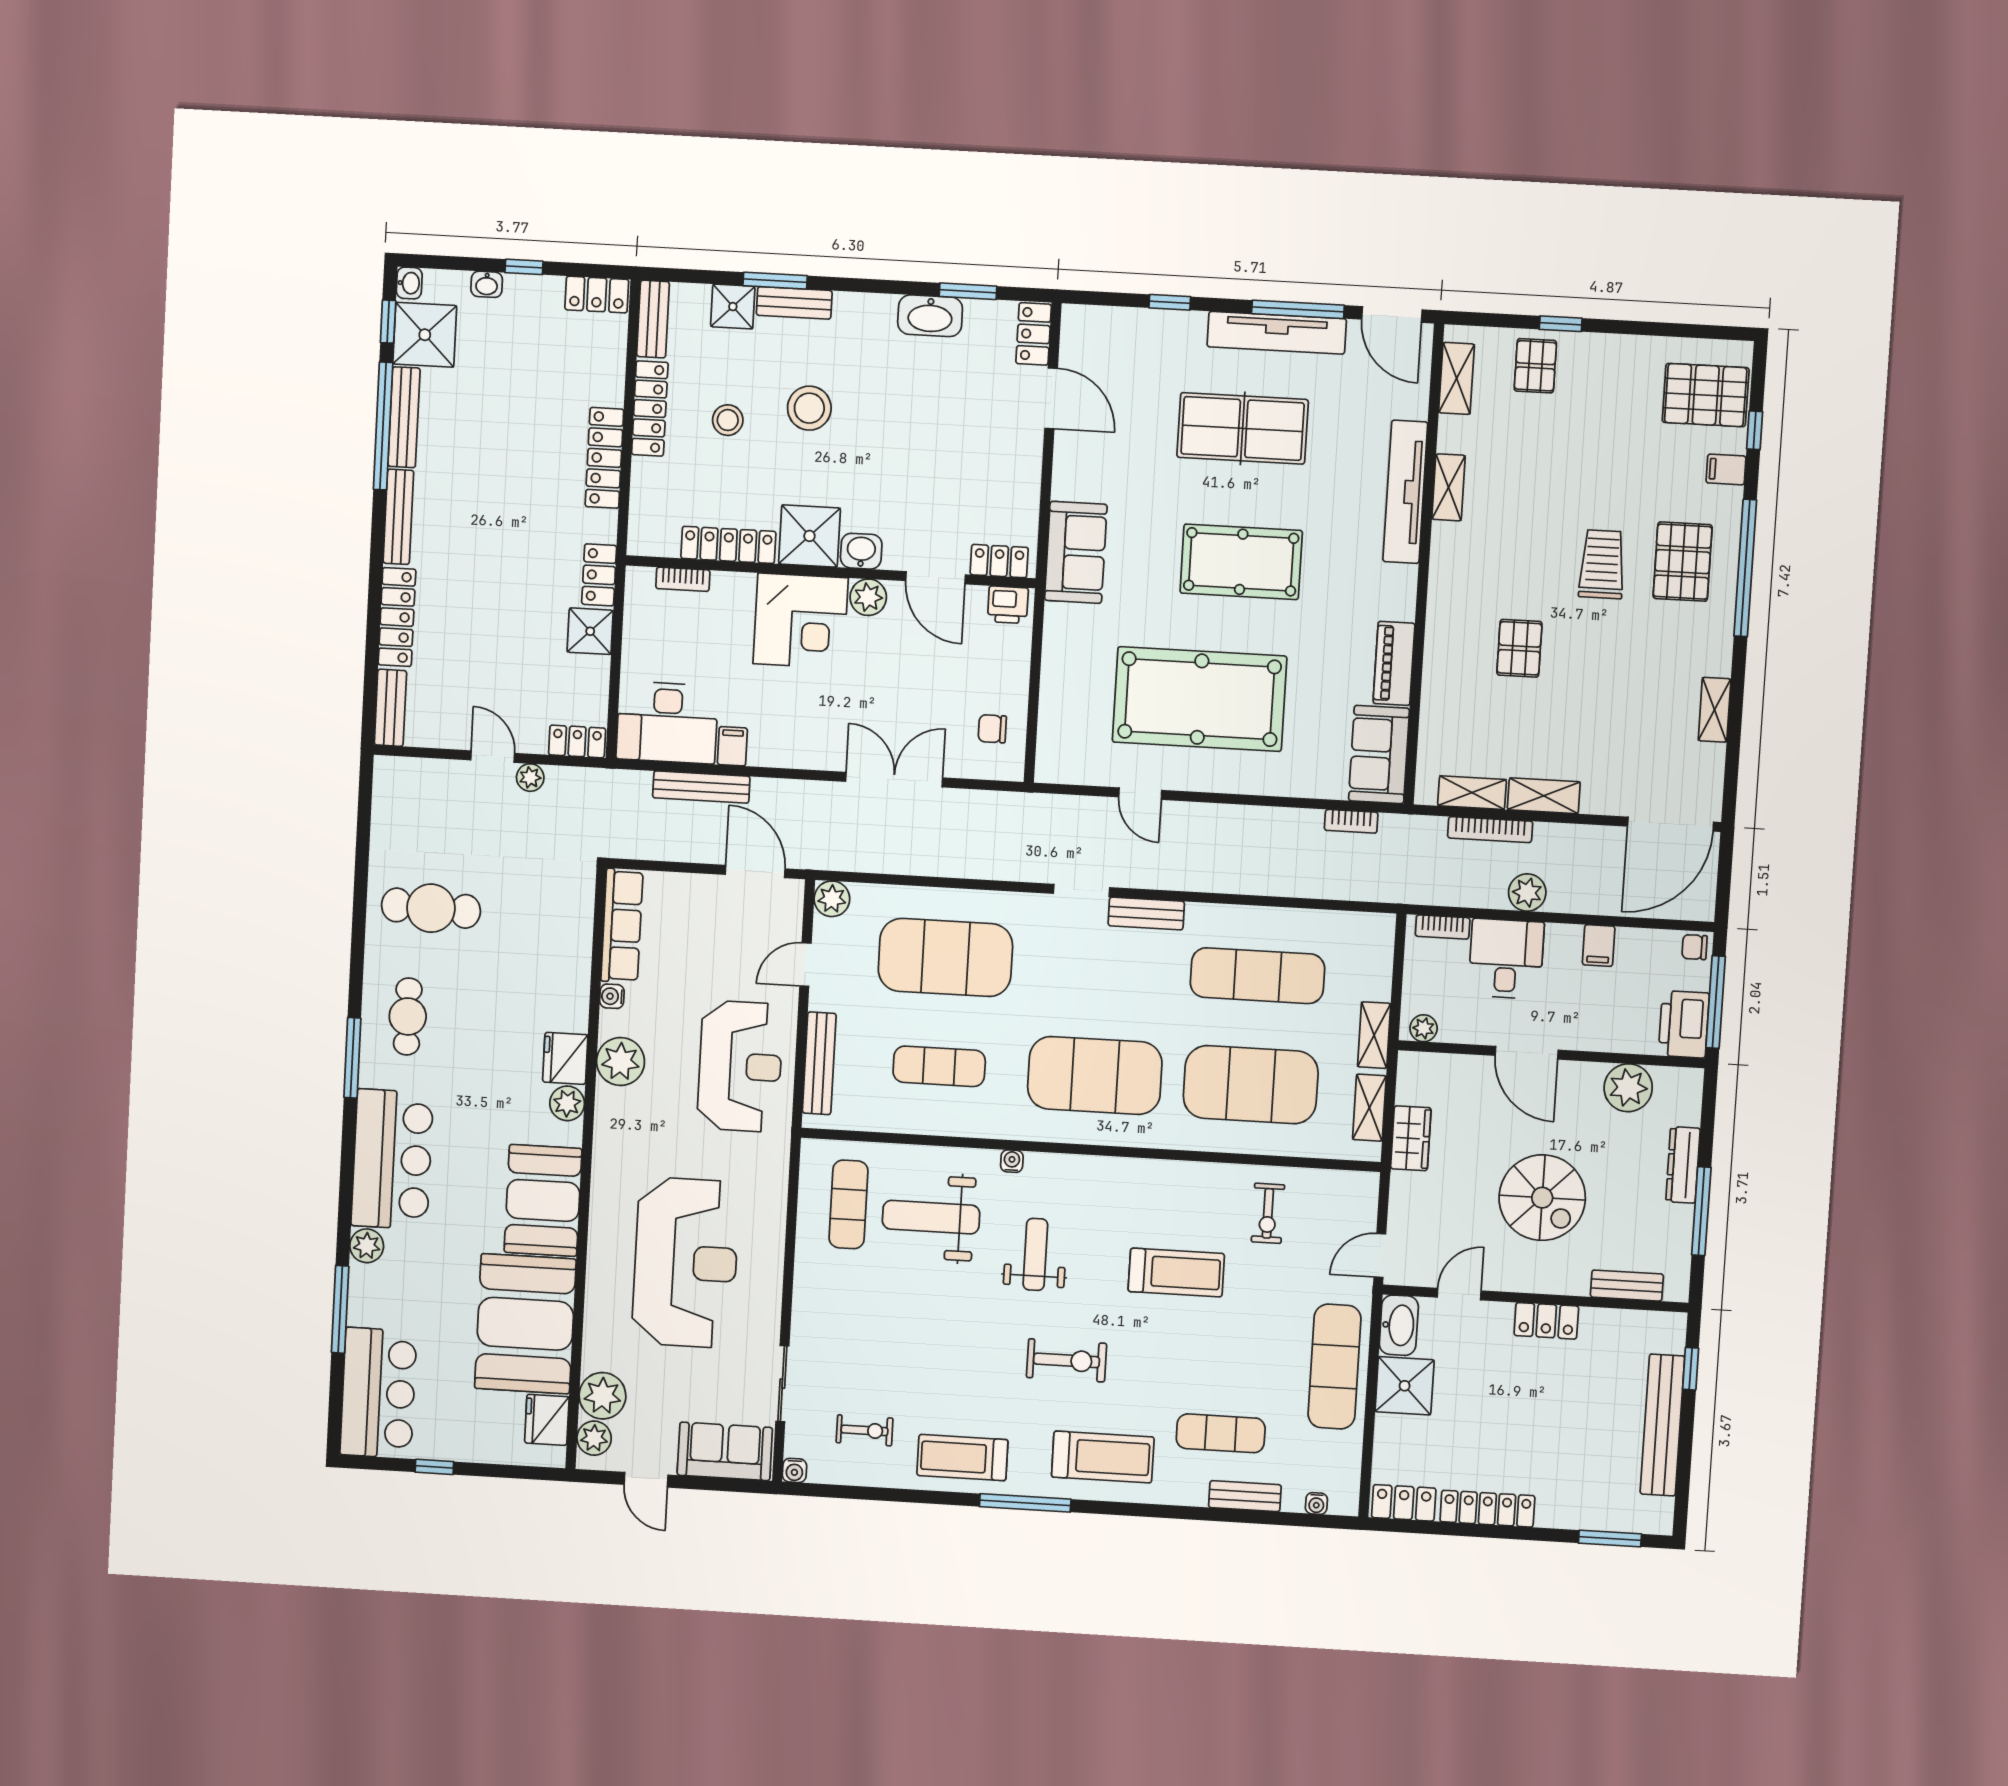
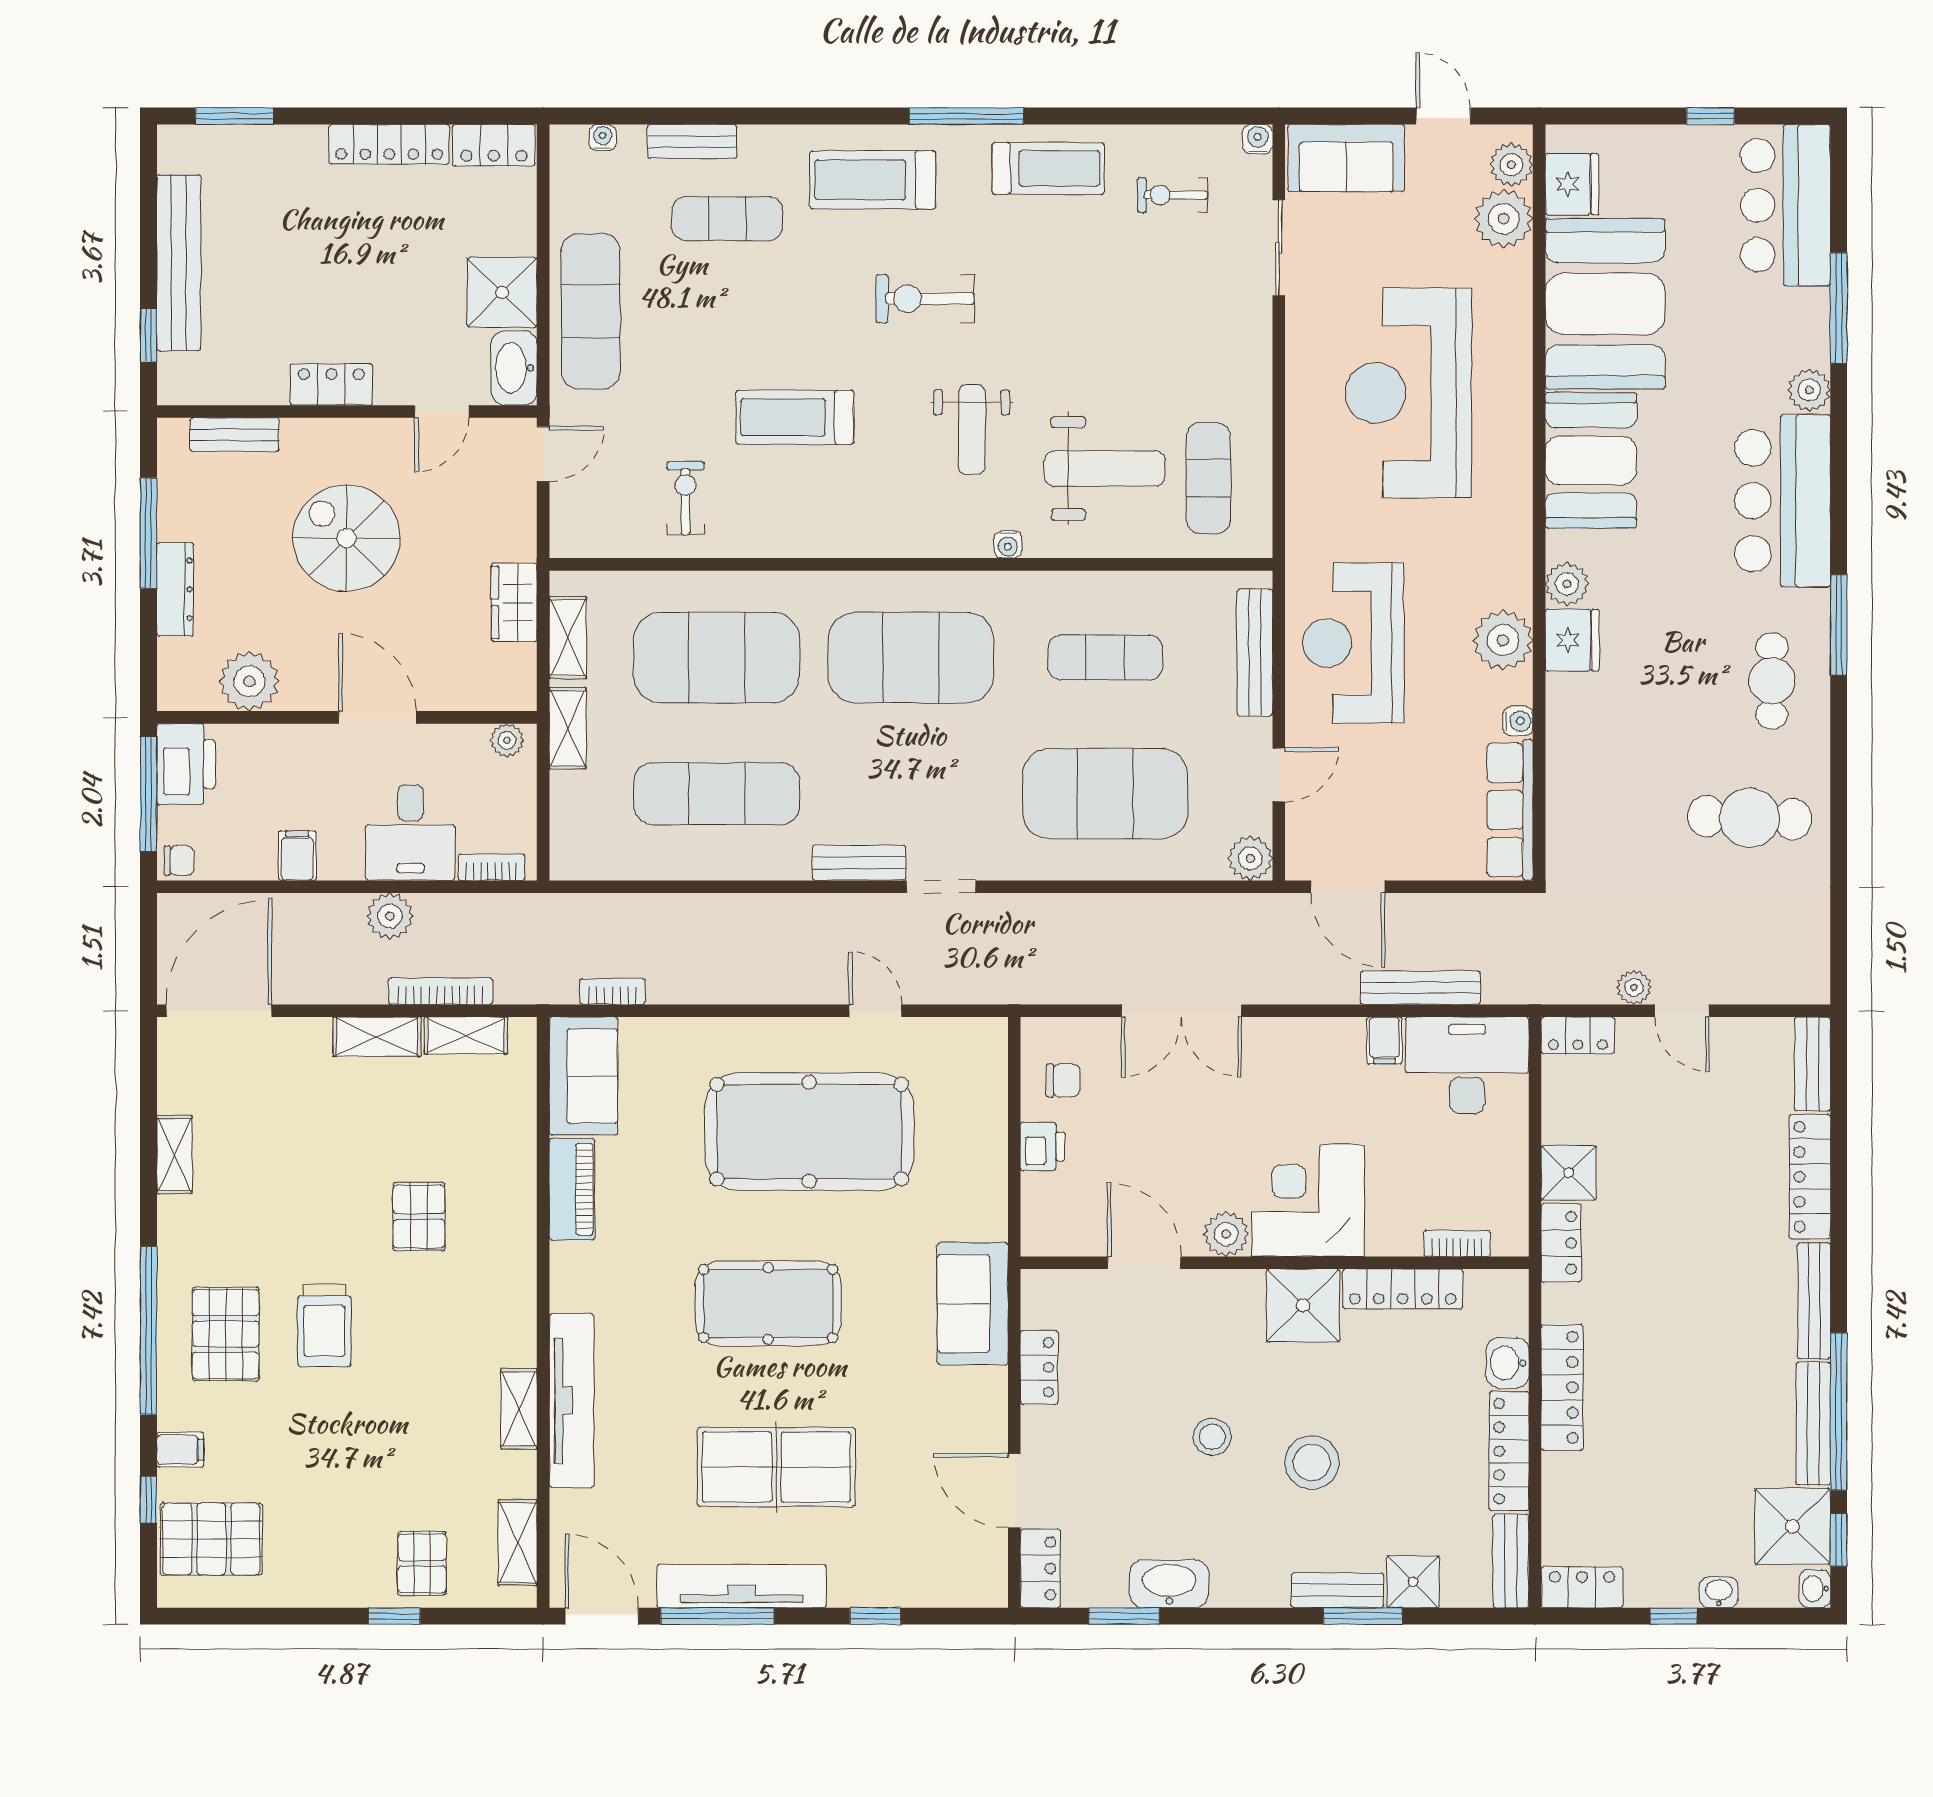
stool: (728, 420) -> (1212, 1437), moved
washbasin: (861, 551) -> (1507, 1363), moved, turned 90
locker: (999, 561) -> (1039, 1367), moved, turned -90
printer: (1008, 605) -> (1043, 1147), moved, turned 90

